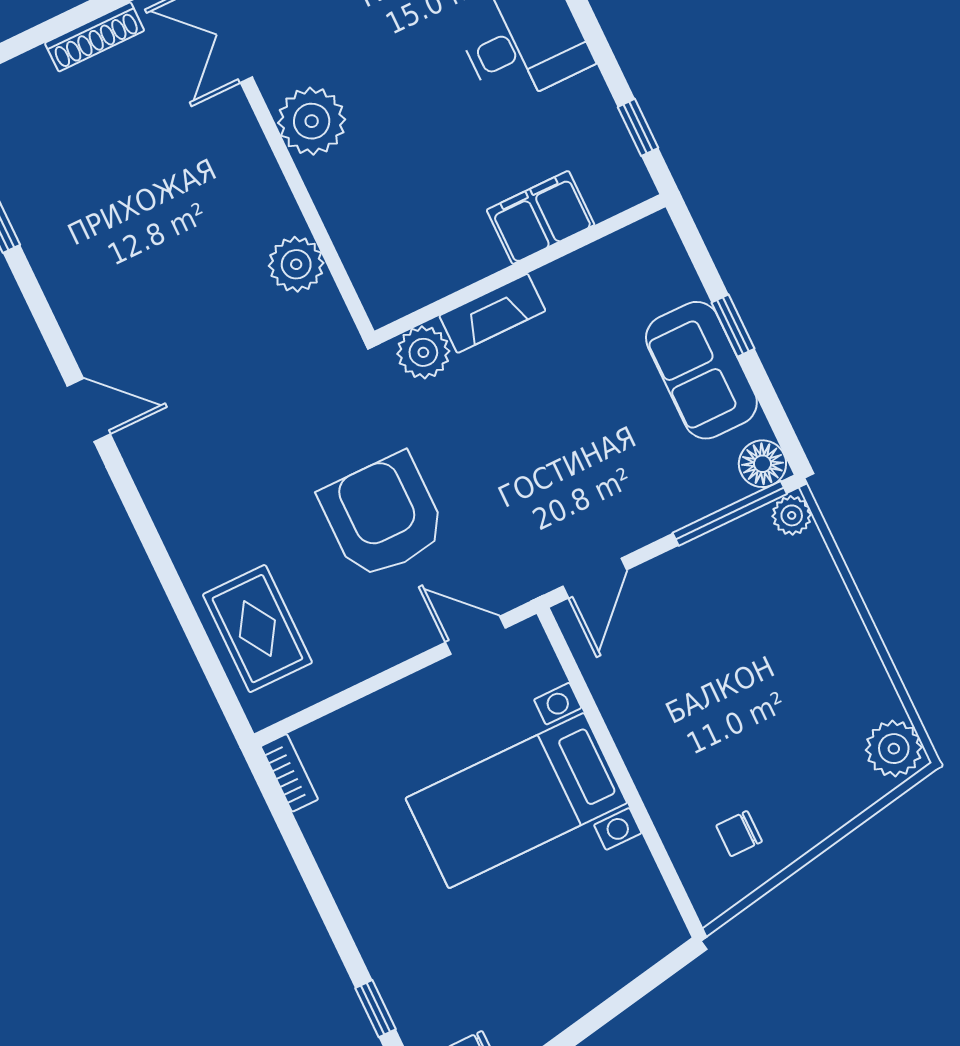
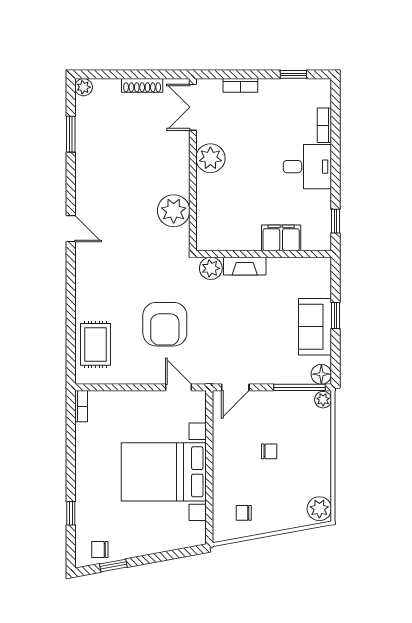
plant: (296, 264) -> (174, 211), width x1.36, depth x1.36
armchair: (383, 516) -> (165, 324), turned 180
chair: (730, 679) -> (269, 451), added
bed with nightstands: (516, 801) -> (164, 472), width x1.36

